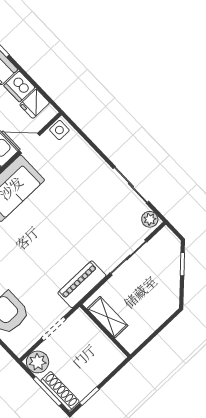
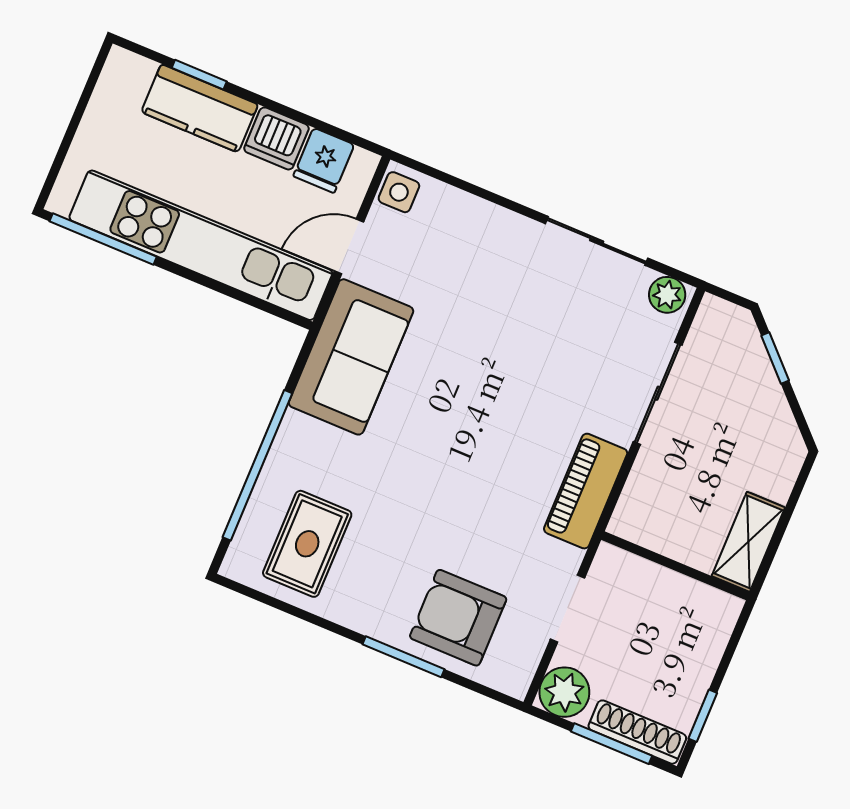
shelving: (107, 317) -> (748, 542), moved, turned 90

